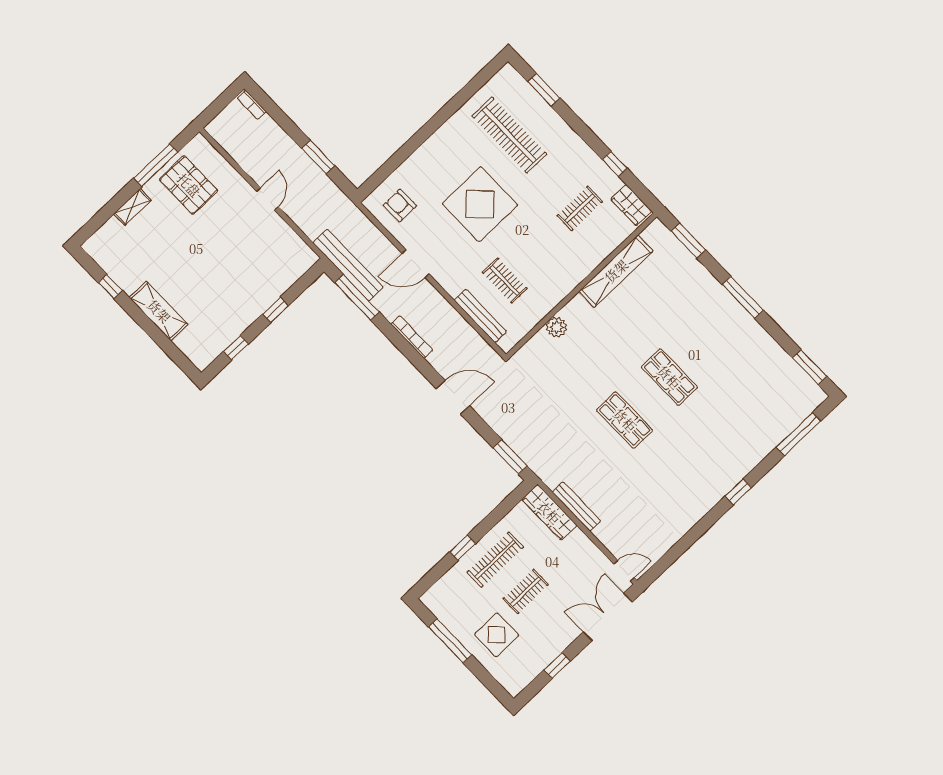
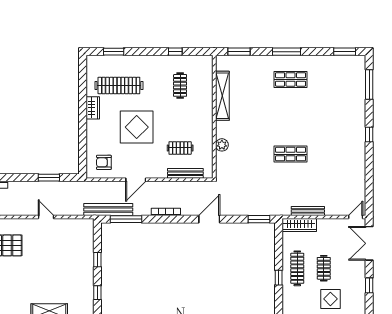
wardrobe: (631, 205) -> (93, 108), moved, turned -90
shop shelf: (669, 377) -> (291, 79), moved

